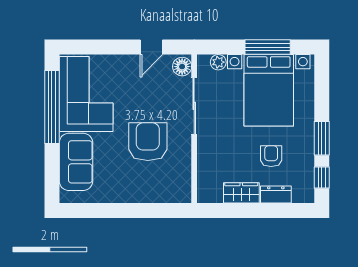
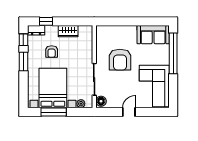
door: (151, 47) -> (129, 112), moved
window: (52, 107) -> (173, 53), moved
sofa: (76, 162) -> (153, 35), moved, turned -90
dresser: (276, 195) -> (36, 30), moved
window: (281, 210) -> (46, 21), added

